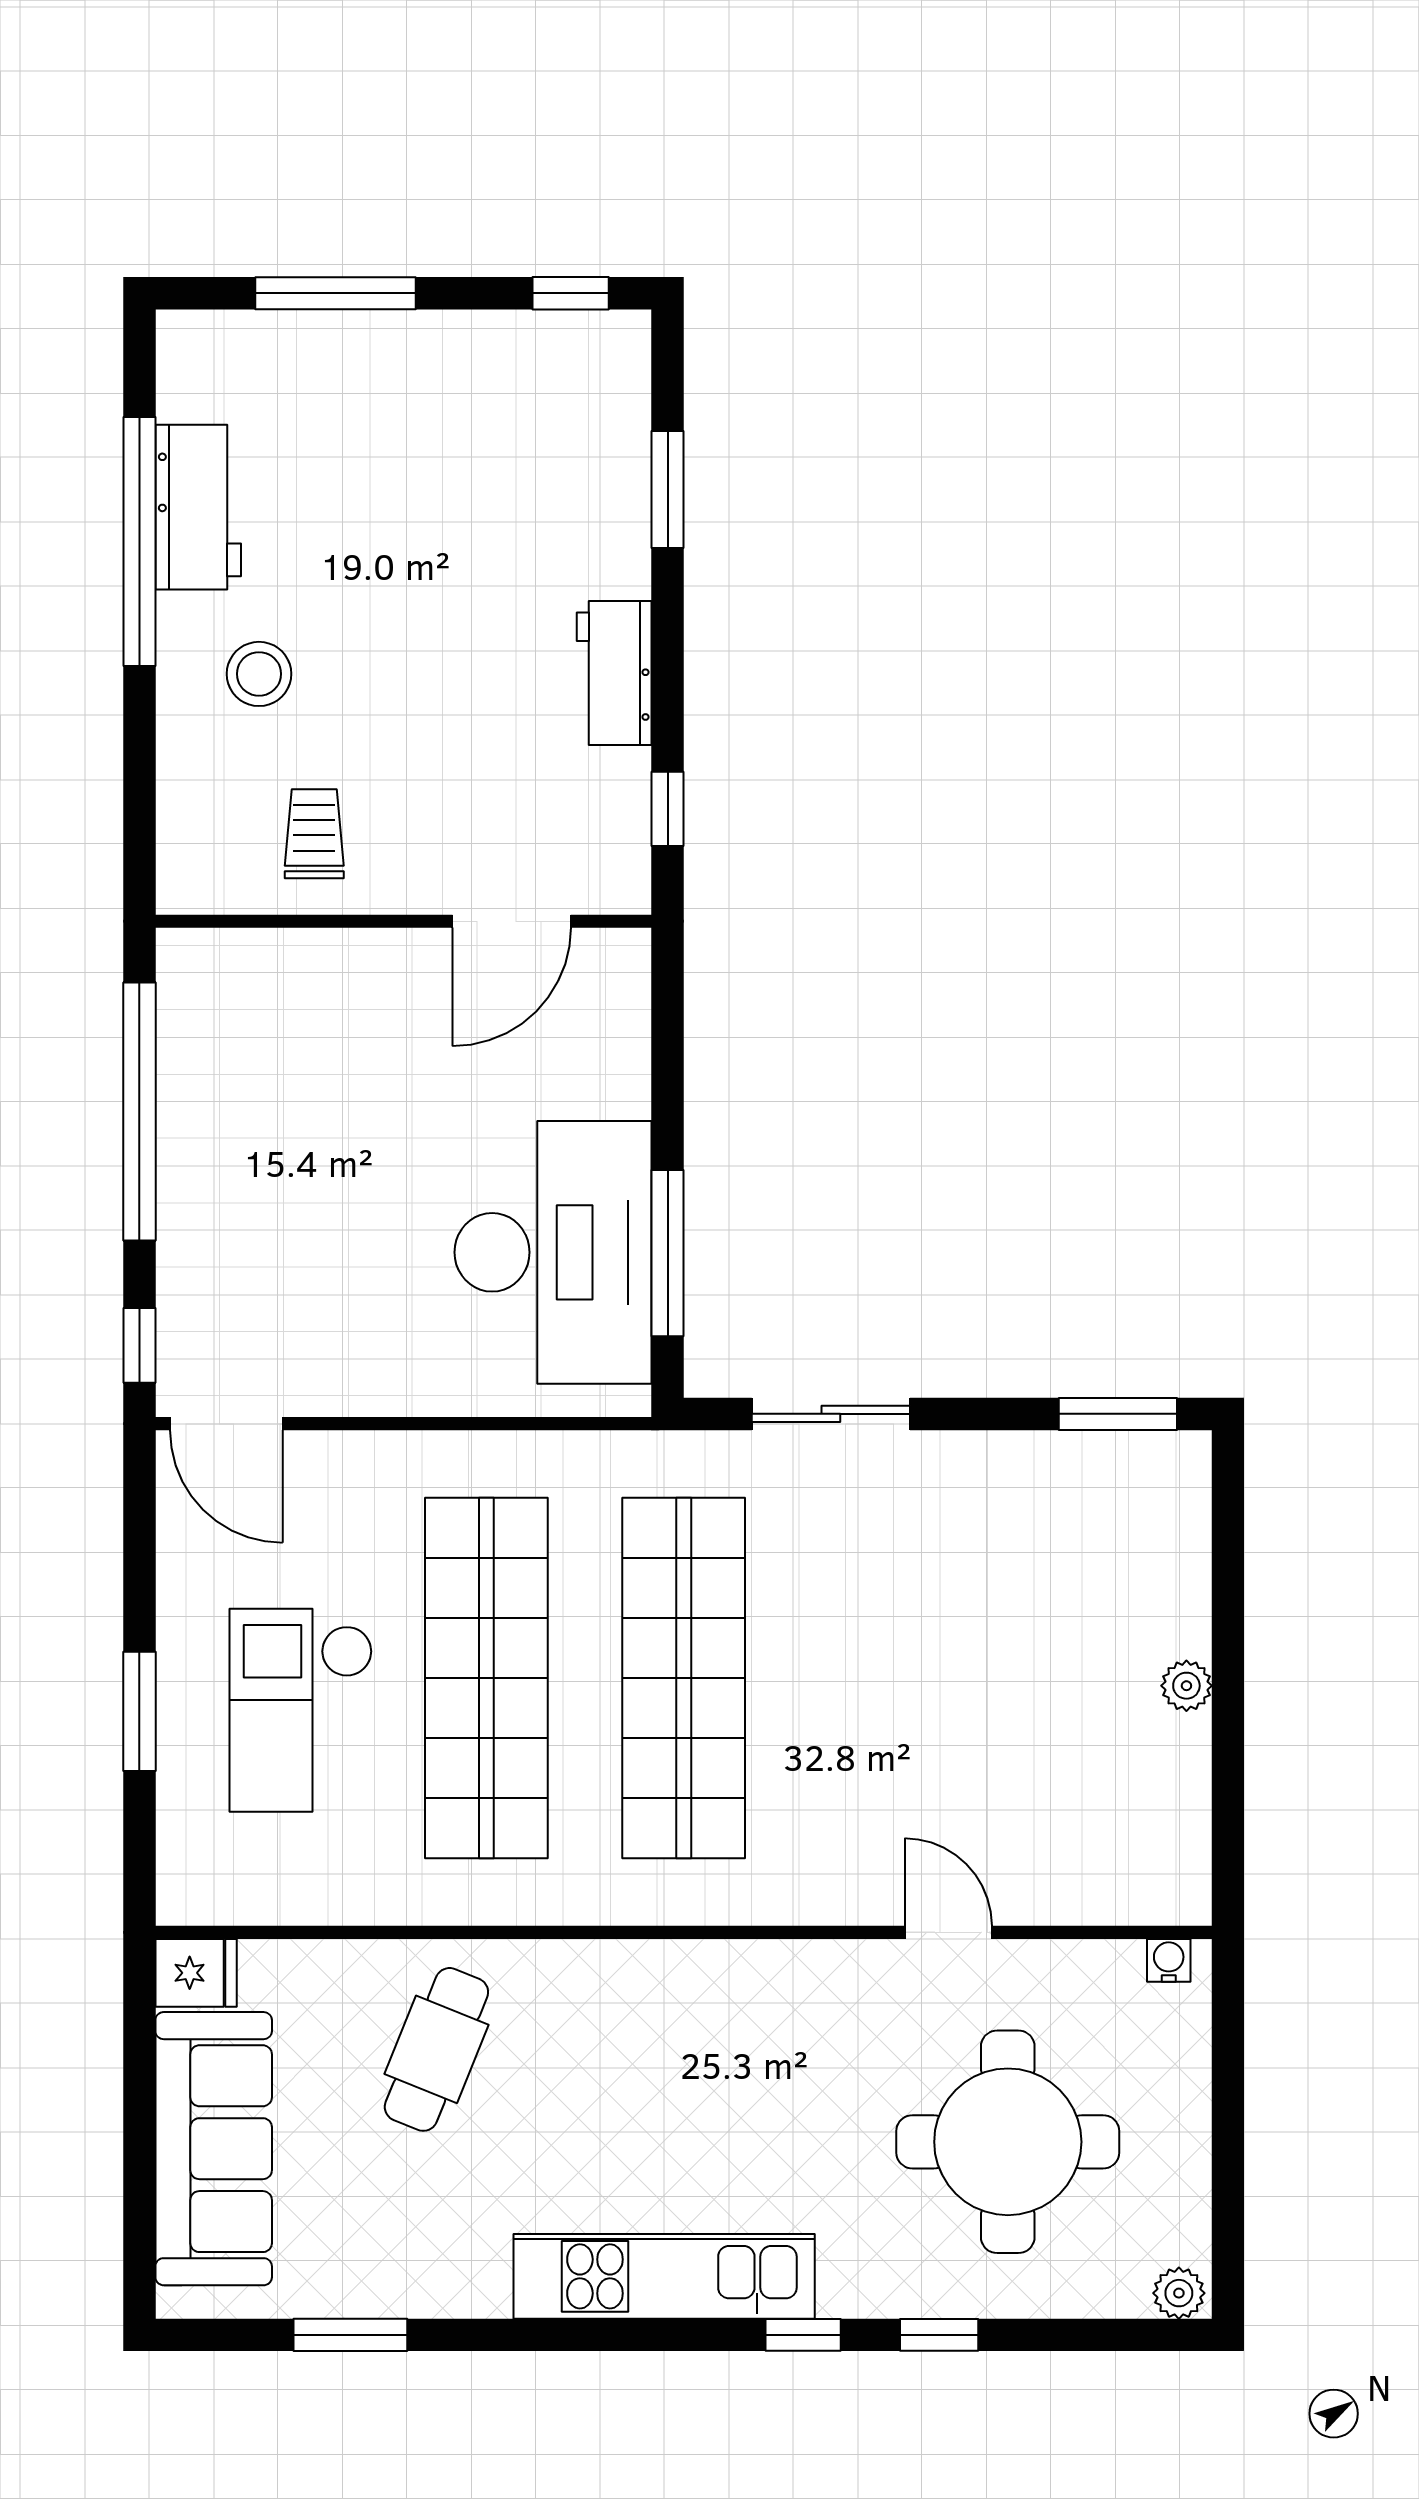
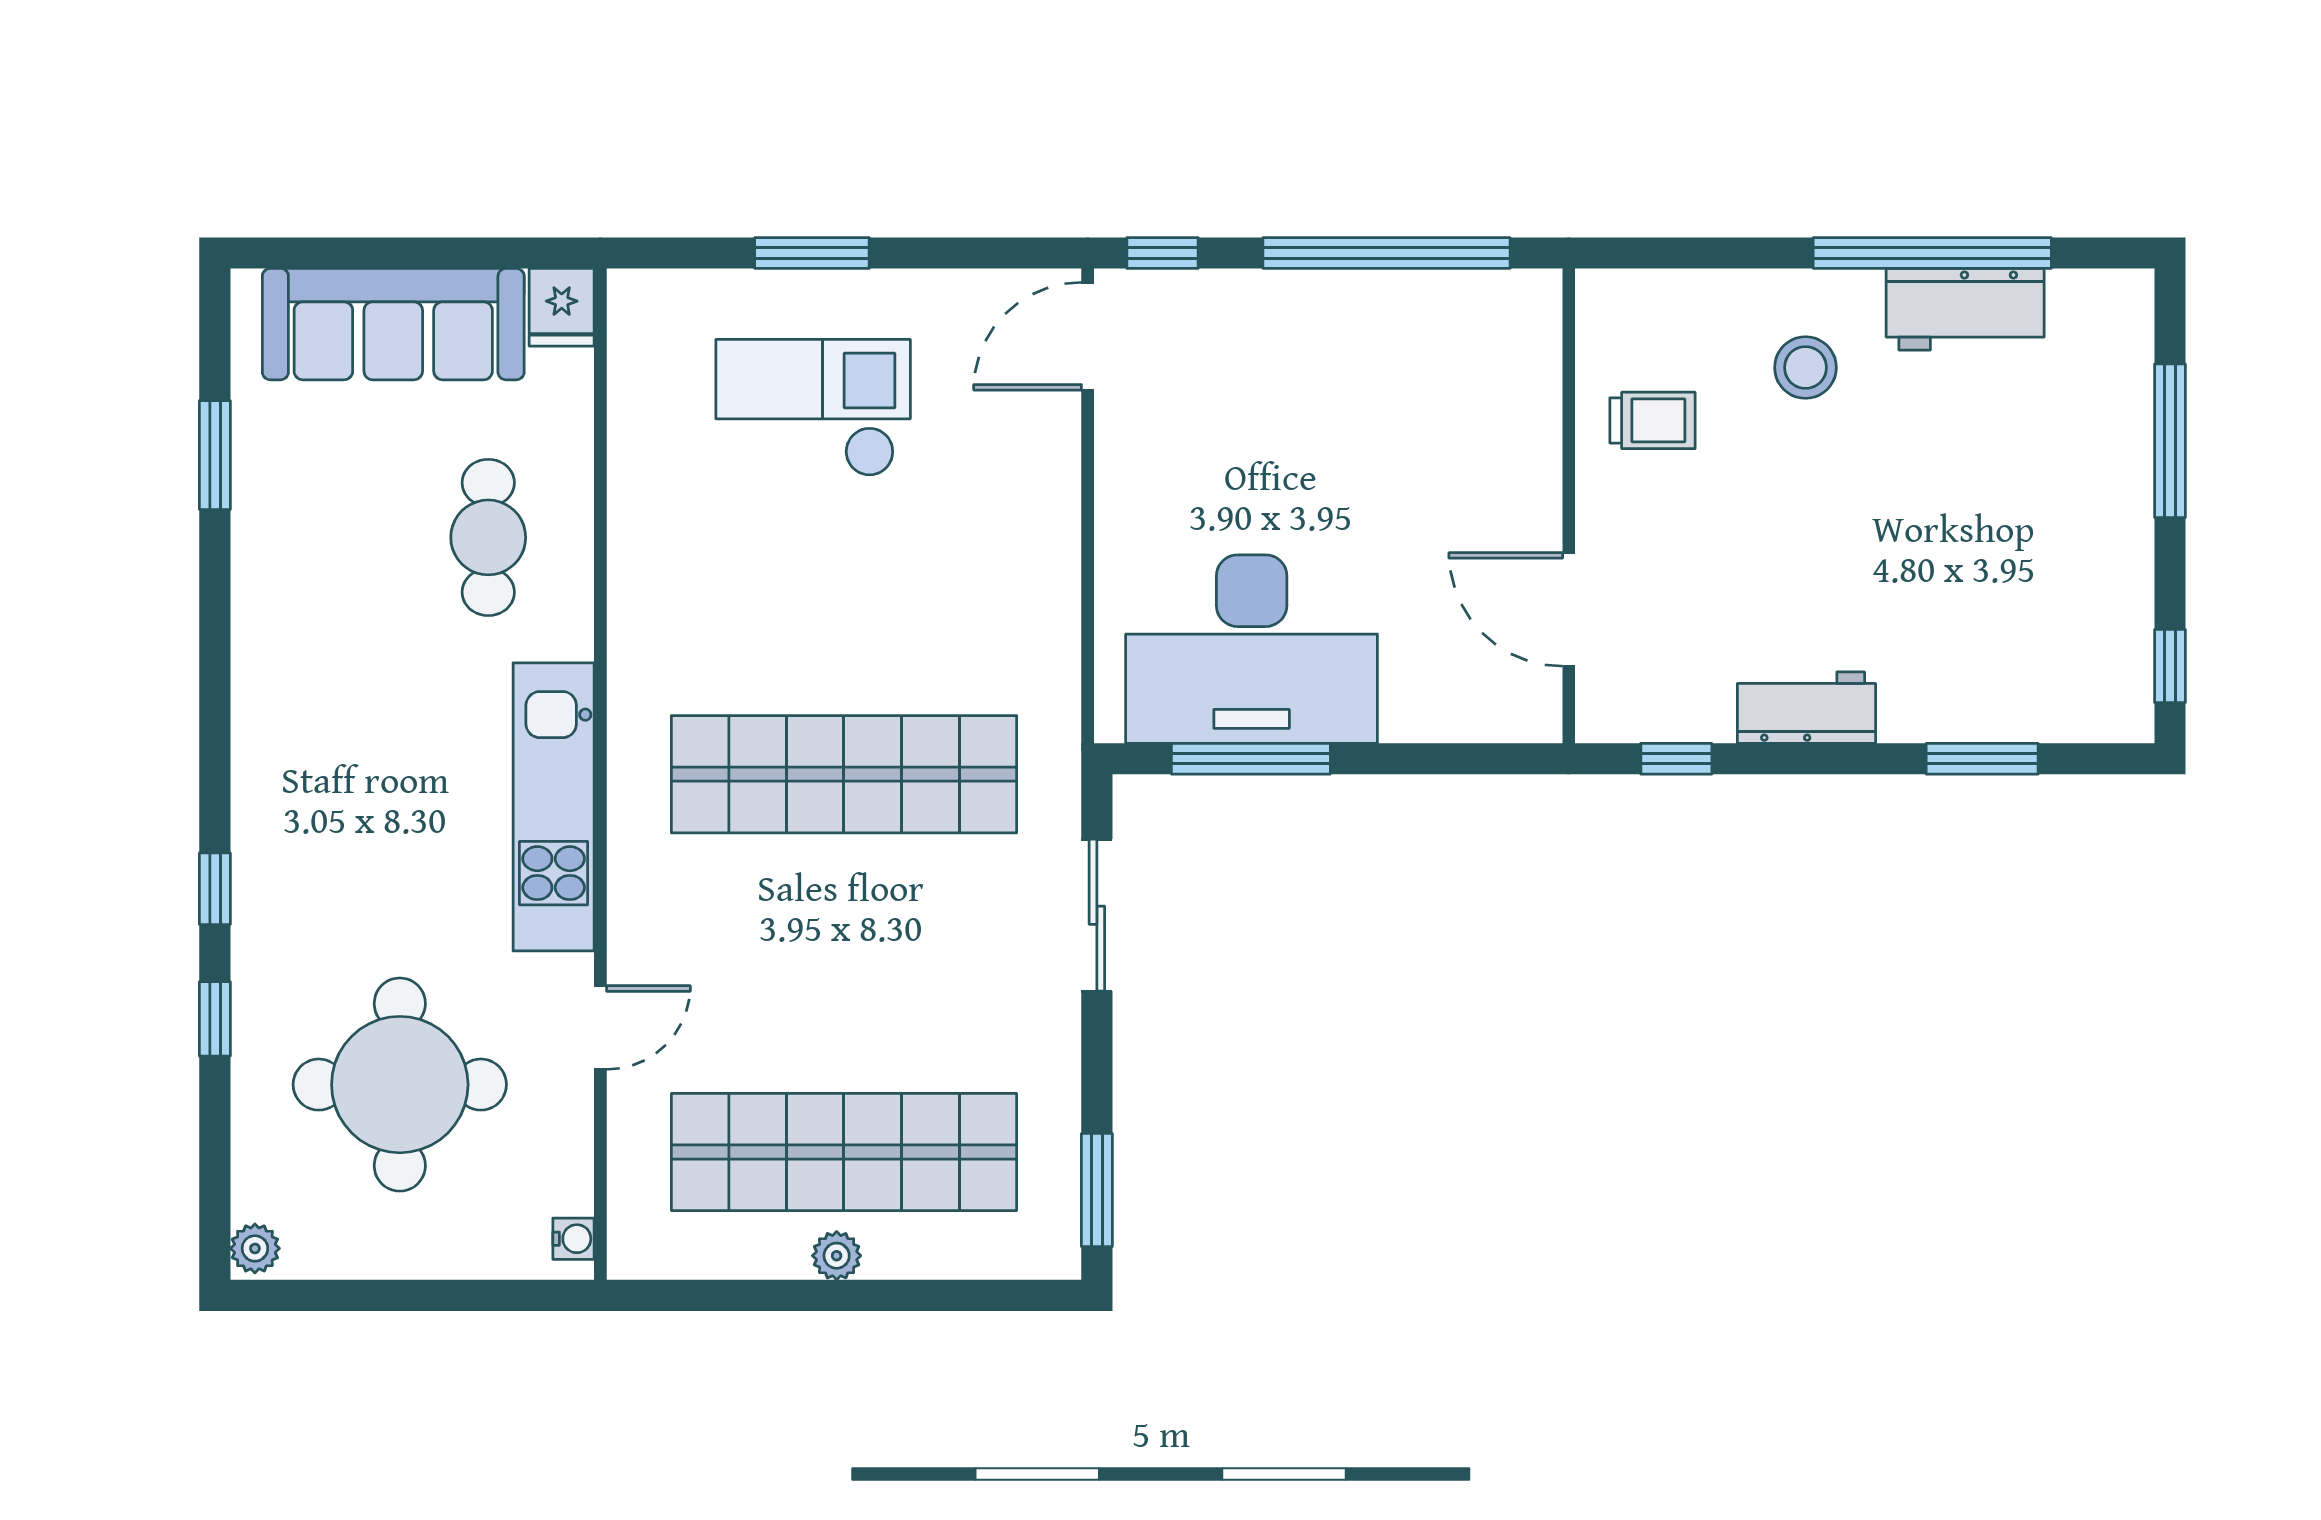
shop shelf: (486, 1678) -> (844, 1152), moved
cafe table: (436, 2049) -> (488, 537), turned 68
kitchen unit: (664, 2276) -> (554, 807), moved, turned 180

